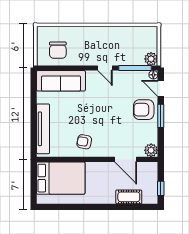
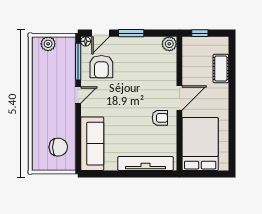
plant: (151, 59) -> (48, 44), moved
armchair: (144, 110) -> (101, 67), moved
armchair: (84, 142) -> (160, 118), turned -101
door: (126, 159) -> (179, 98), moved
window: (161, 188) -> (200, 33), moved

